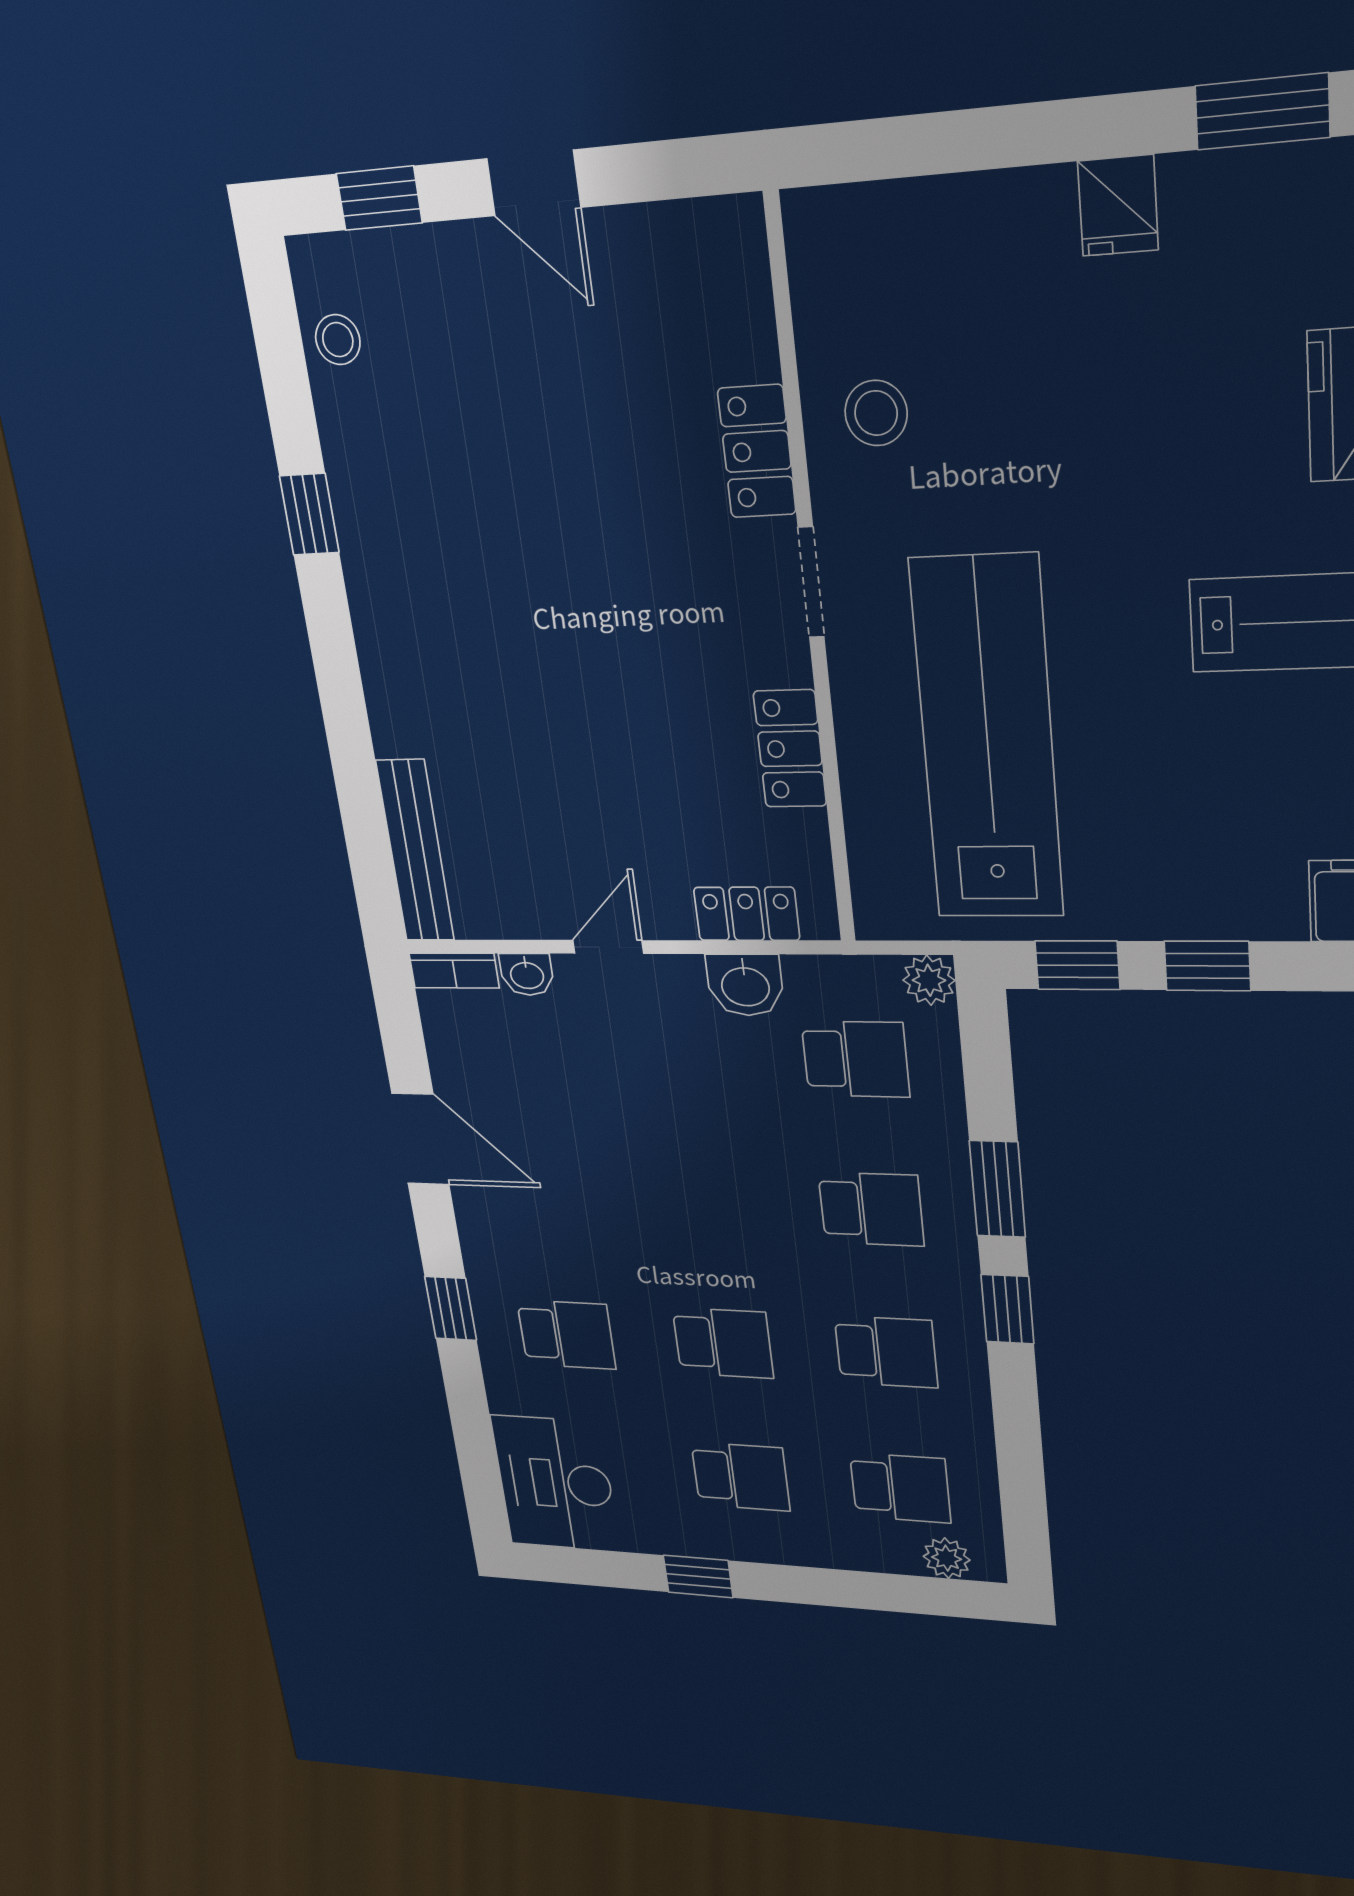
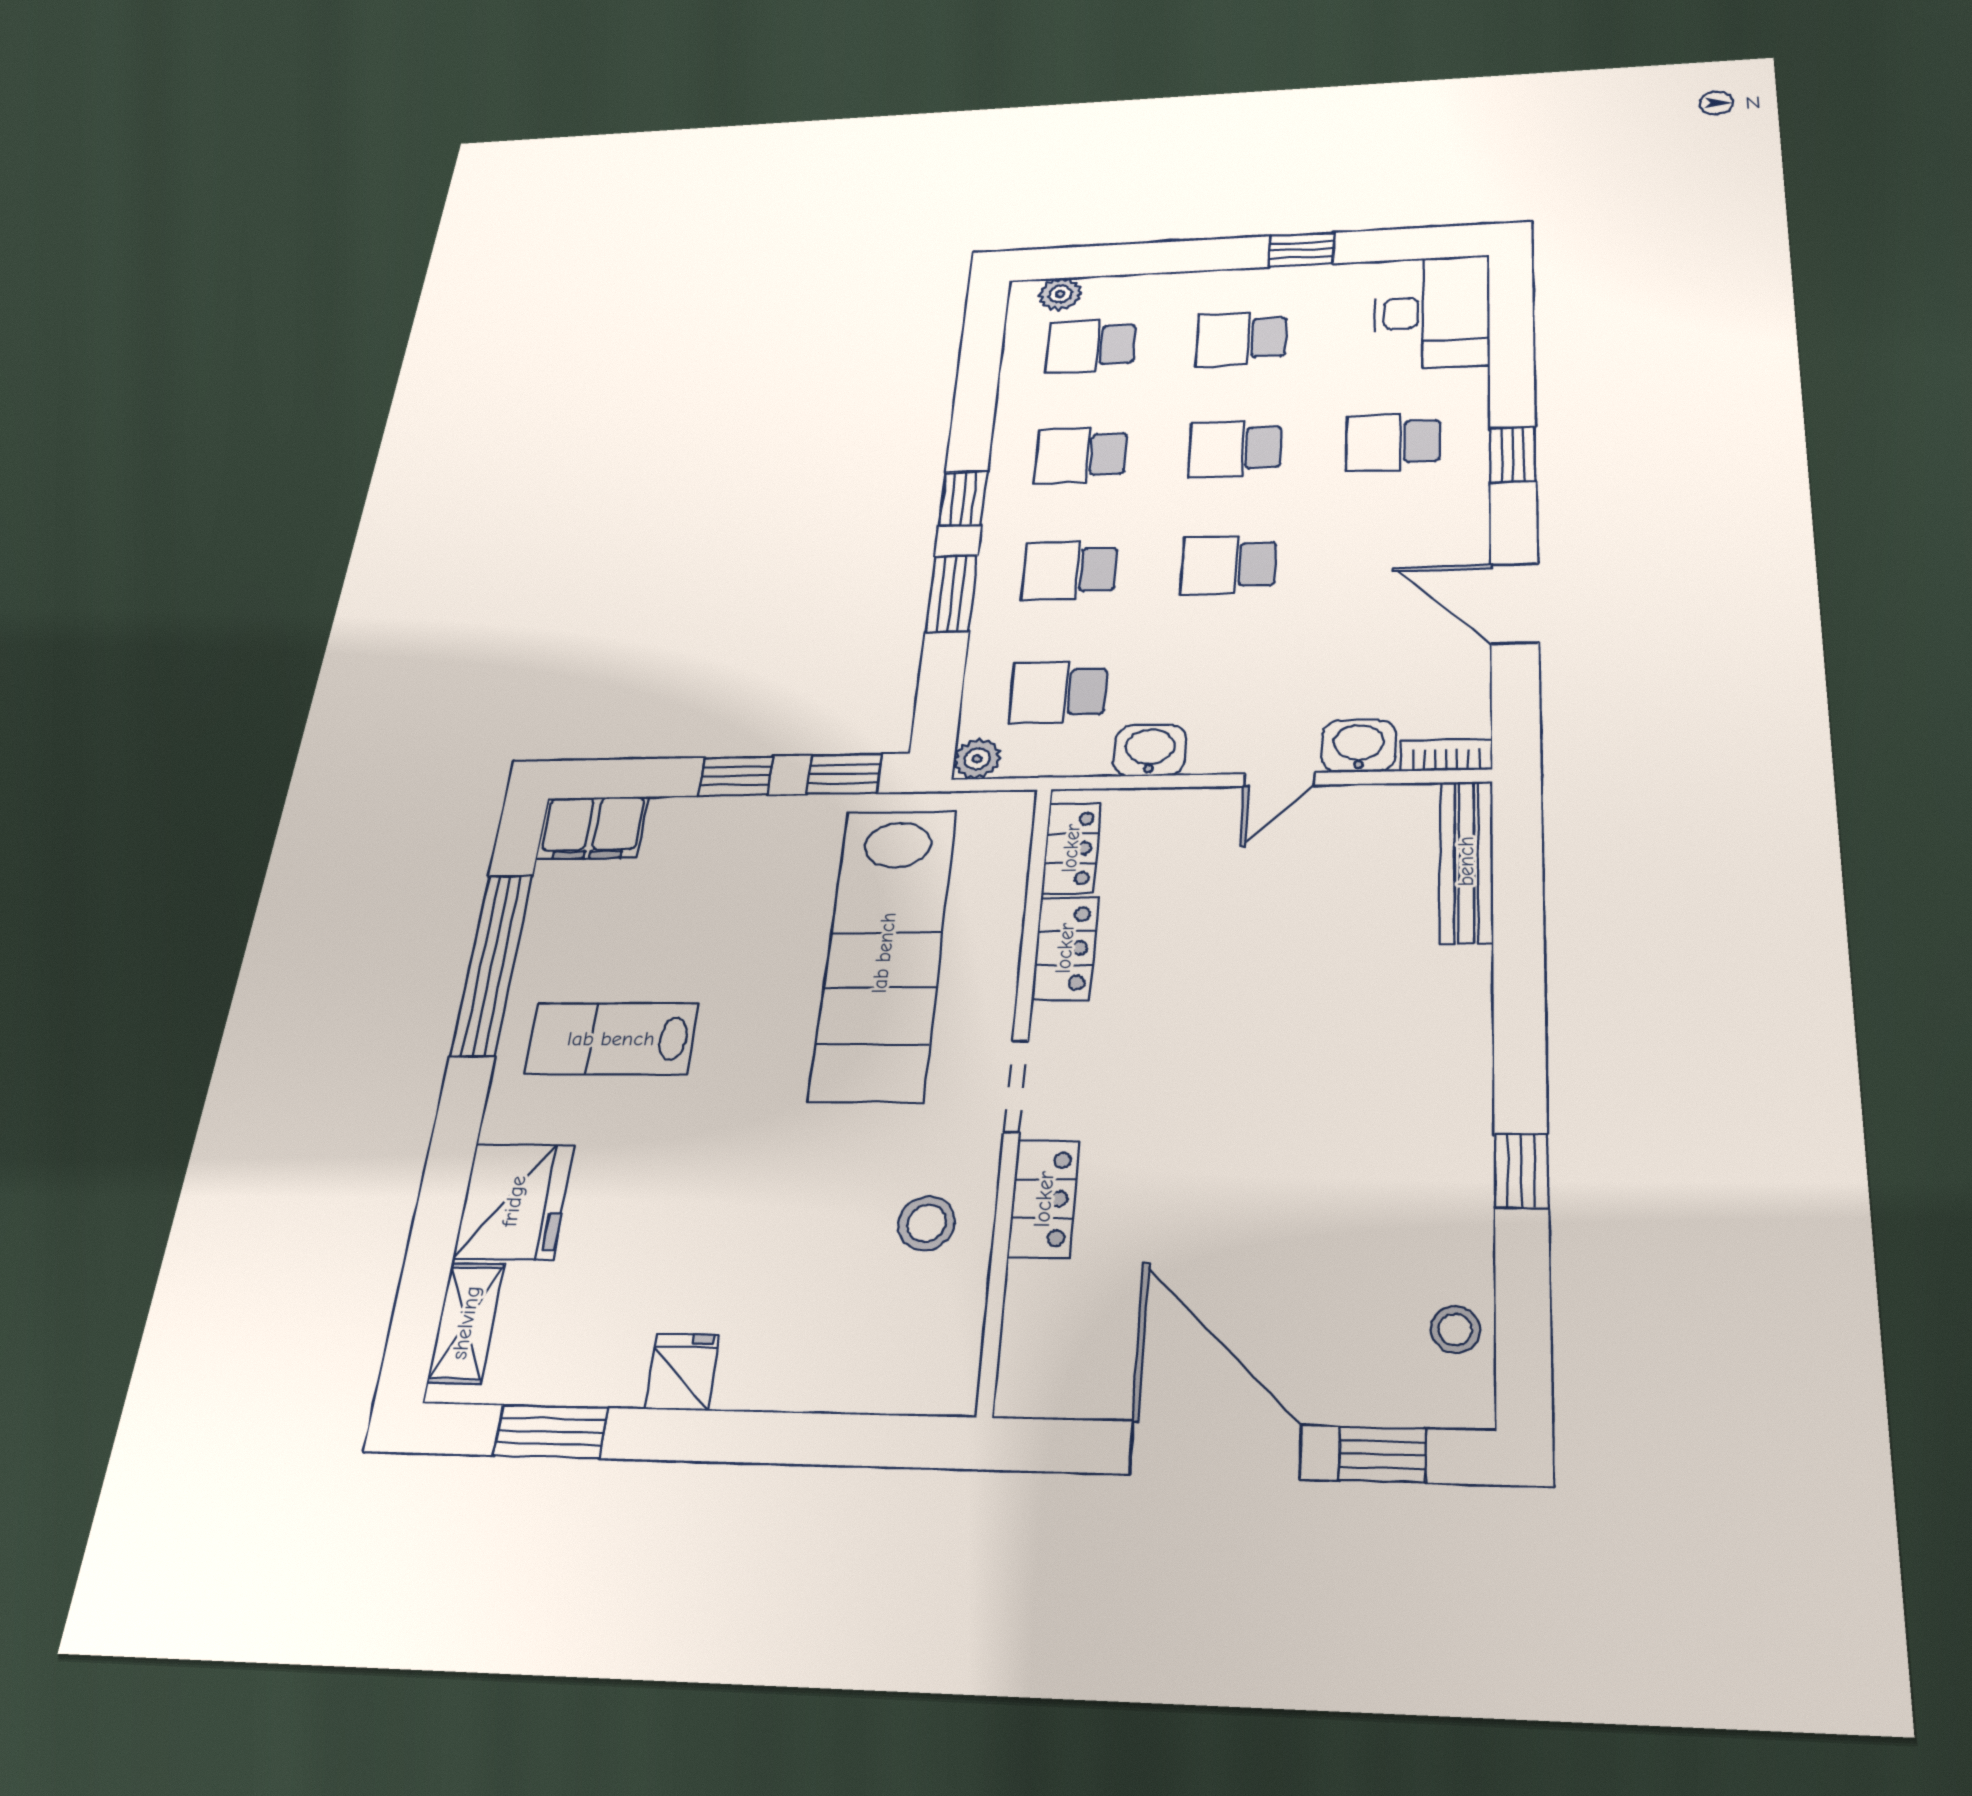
door: (534, 183) -> (1215, 1450), width x1.87
locker: (747, 914) -> (1071, 848), moved, turned -90
washbasin: (527, 974) -> (1359, 746), width x1.38, depth x1.45
school desk: (704, 1203) -> (1229, 565), added

